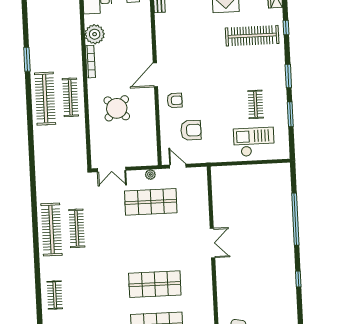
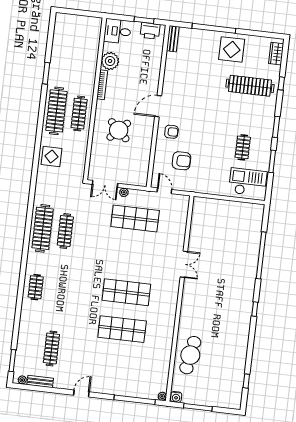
checkout: (254, 142) -> (248, 182), moved
display table: (48, 149) -> (51, 156), added
plant: (150, 174) -> (124, 192), moved

